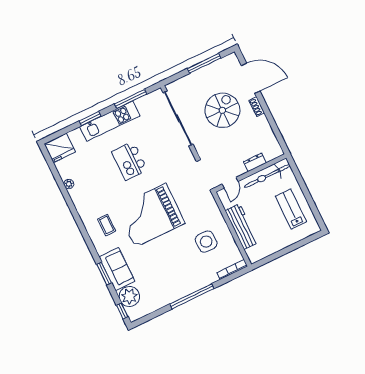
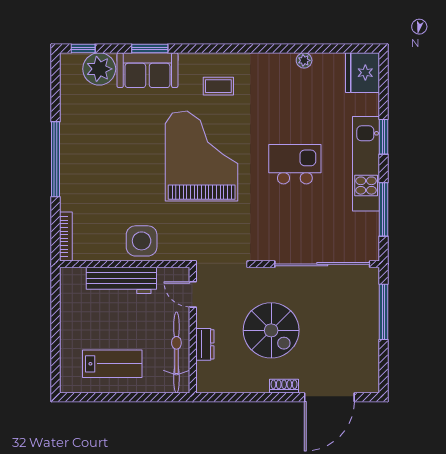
window: (204, 63) -> (384, 312), moved
spiral stairs: (222, 110) -> (271, 330), moved
side table: (206, 242) -> (142, 241), moved

